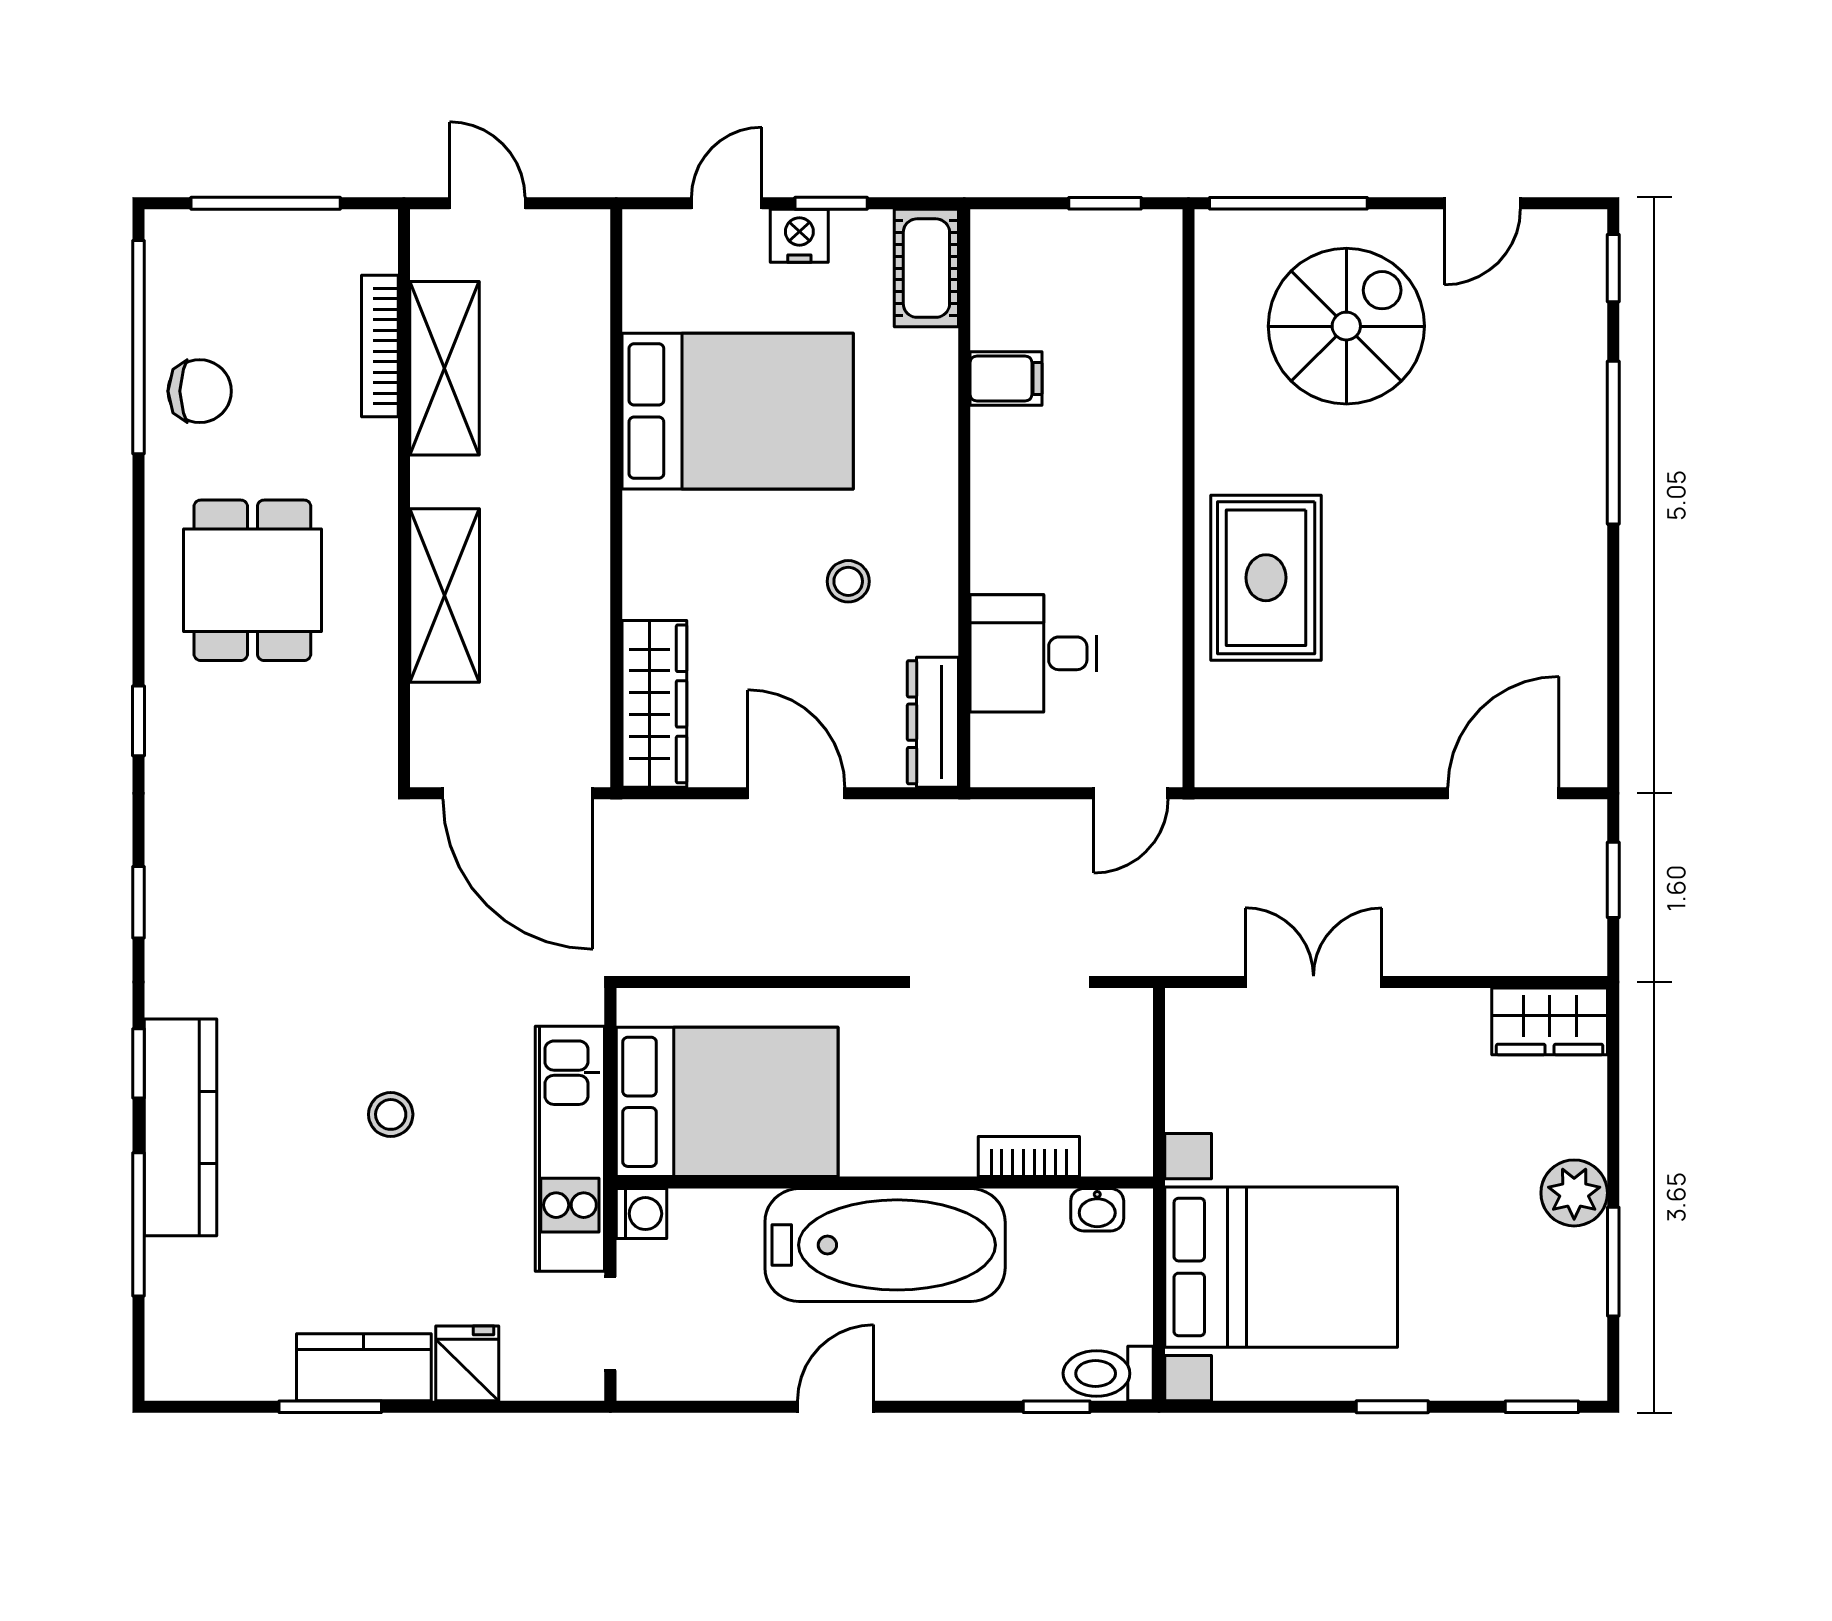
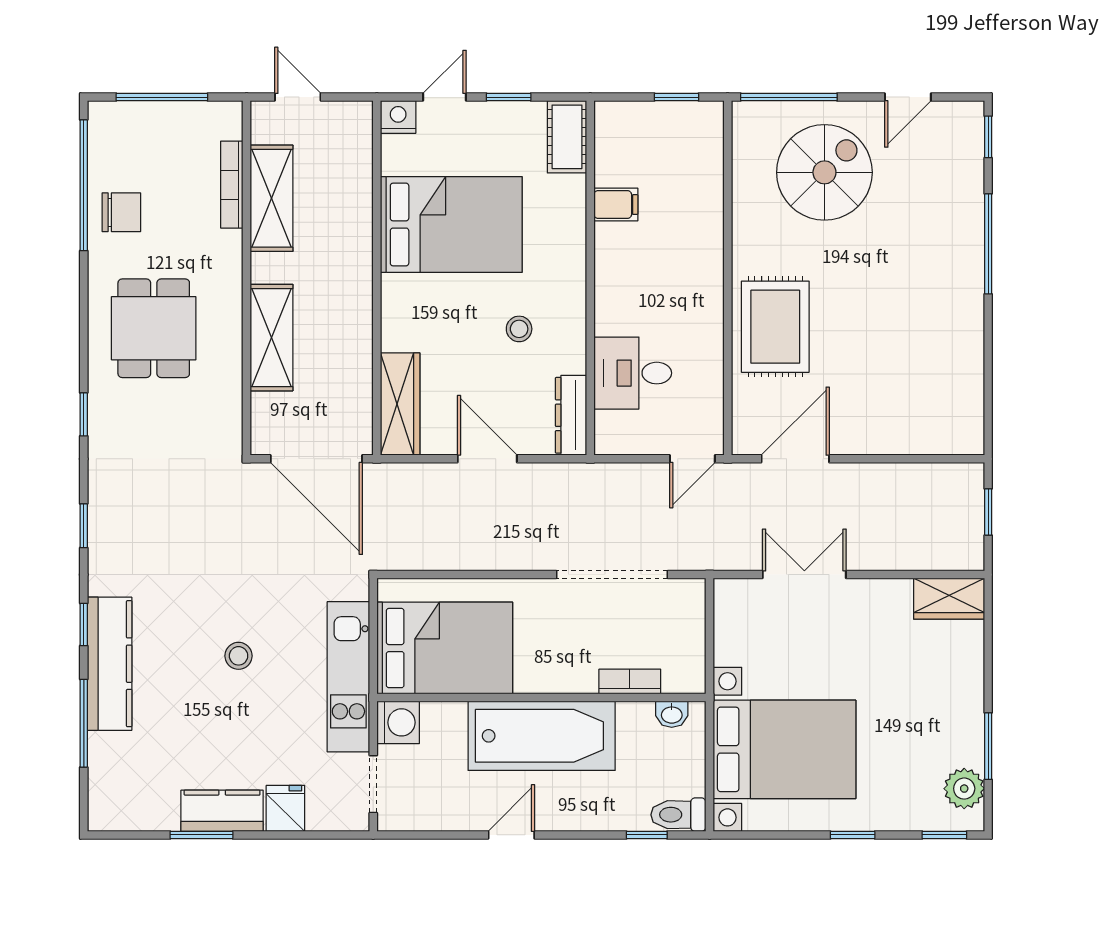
nightstand: (799, 236) -> (398, 117), moved
door: (1503, 793) -> (795, 459), moved
plant: (1574, 1193) -> (964, 789), moved
washing machine: (641, 1214) -> (398, 722), width x1.38, depth x1.38

